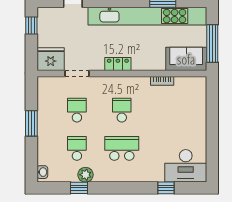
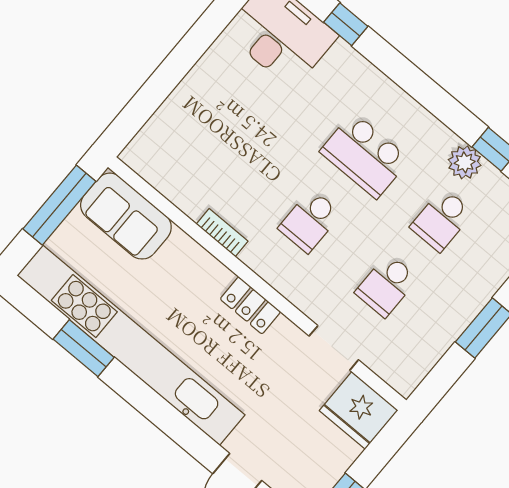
bookcase: (162, 81) -> (222, 233), moved

